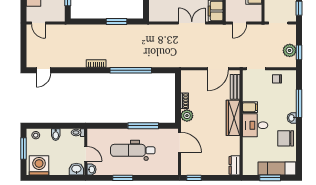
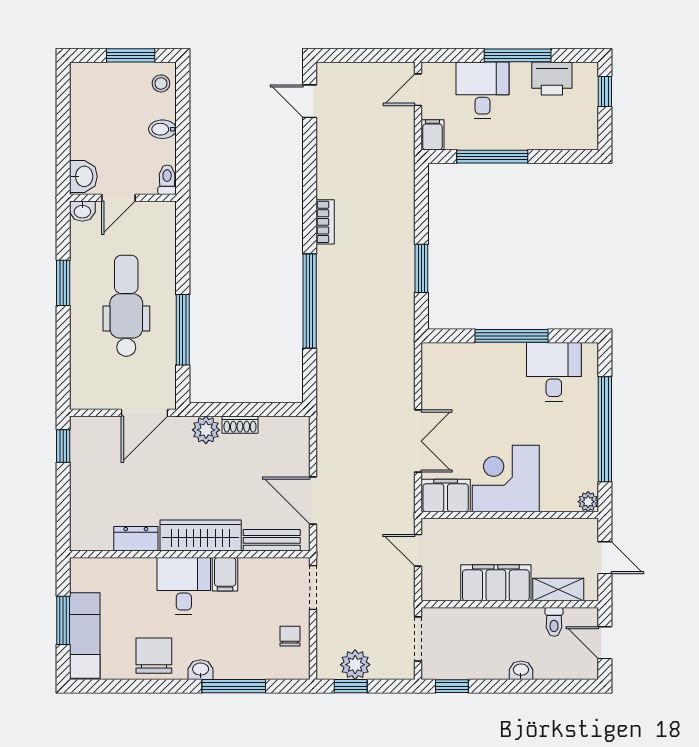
filing cabinet: (58, 17) -> (432, 135), added
washing machine: (39, 165) -> (92, 91), removed
dresser: (235, 165) -> (136, 539), moved

